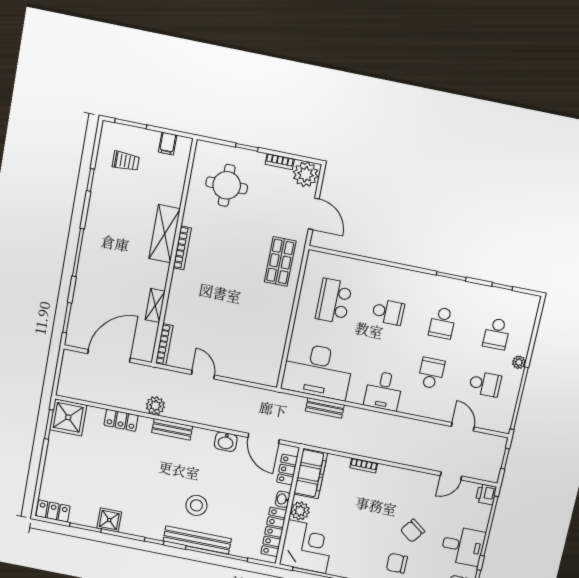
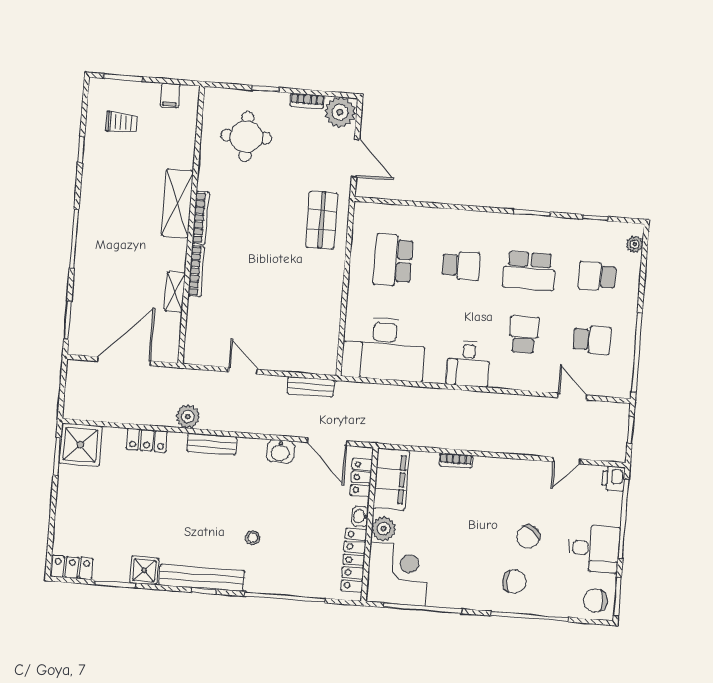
school desk: (442, 323) -> (529, 271), width x1.85
school desk: (497, 334) -> (597, 276), turned 90
bookcase: (164, 344) -> (196, 271), moved
plant: (519, 362) -> (635, 244), moved
bench: (325, 408) -> (311, 387), moved
stool: (196, 505) -> (253, 538), width x0.53, depth x0.53
bench: (197, 540) -> (202, 578), moved
chair: (397, 563) -> (514, 581), turned 180

